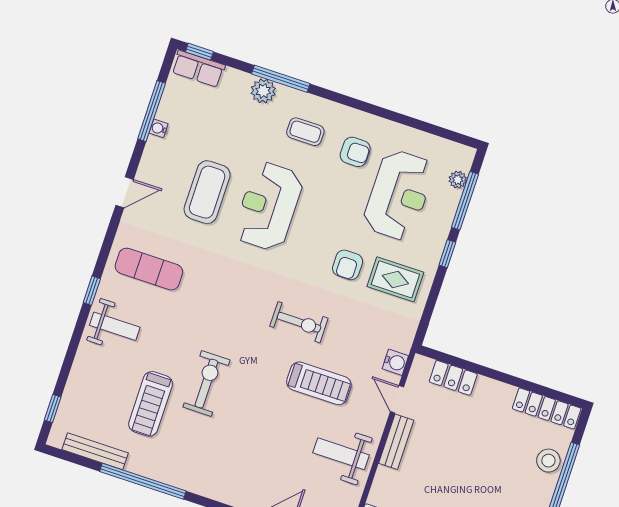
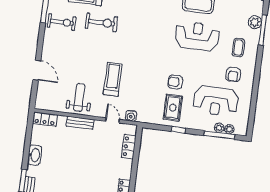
plant: (451, 199) -> (219, 128), added
window: (447, 254) -> (178, 130), moved
exercise bike: (299, 322) -> (62, 22), moved, turned -90
treadmill: (319, 383) -> (113, 79), turned 180
door: (397, 399) -> (112, 120), hinge flipped
bench: (396, 442) -> (80, 123), moved

